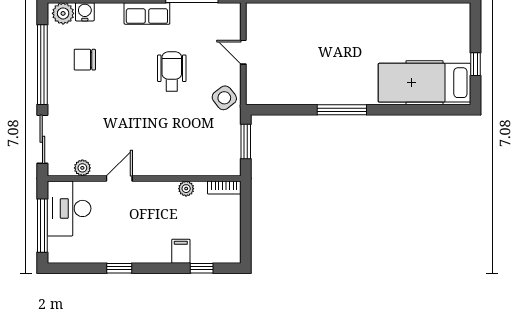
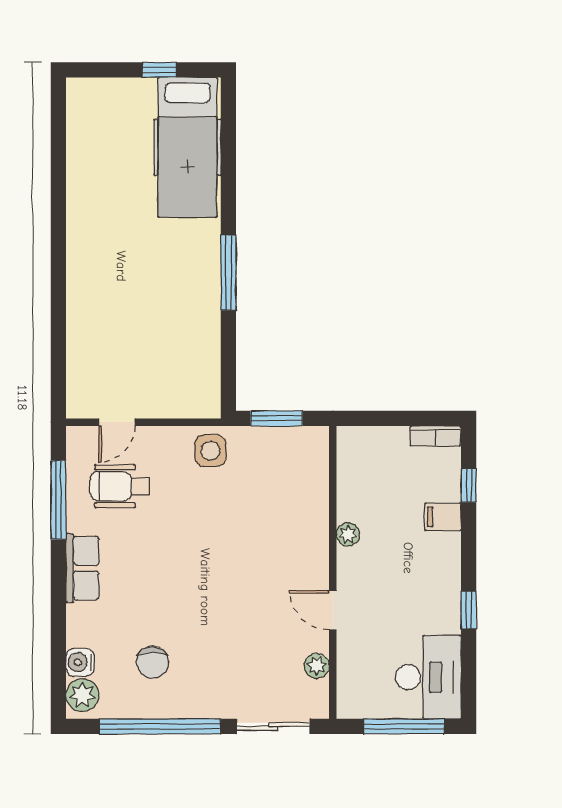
door: (243, 52) -> (117, 422), moved
wheelchair: (172, 71) -> (120, 486), moved
side table: (224, 98) -> (210, 451), turned 38
bookcase: (224, 187) -> (435, 436), moved, turned 90
plant: (186, 189) -> (348, 534), moved
desk: (69, 208) -> (428, 677), moved, turned -90

